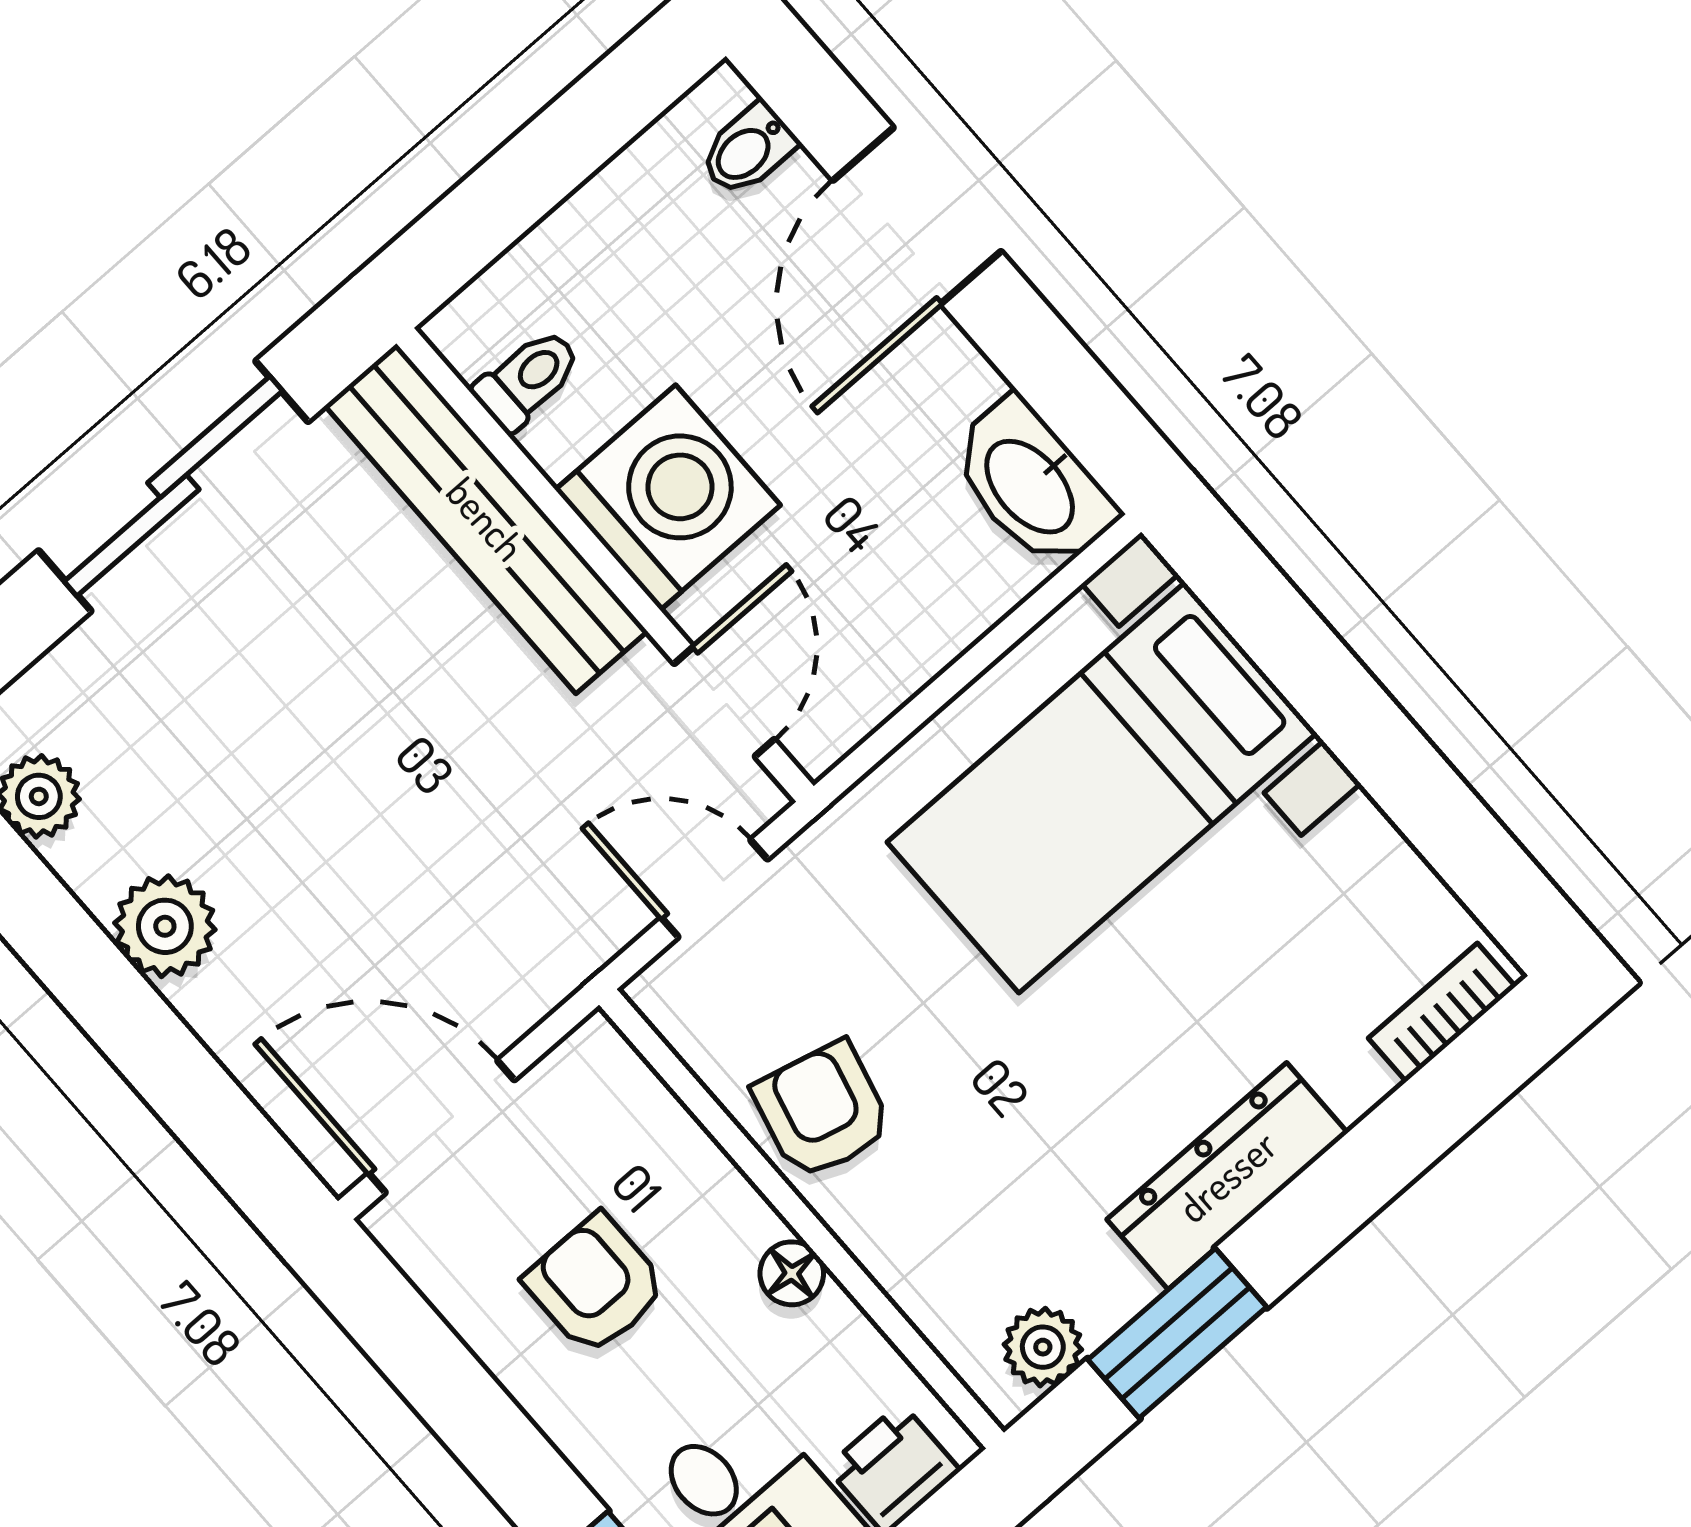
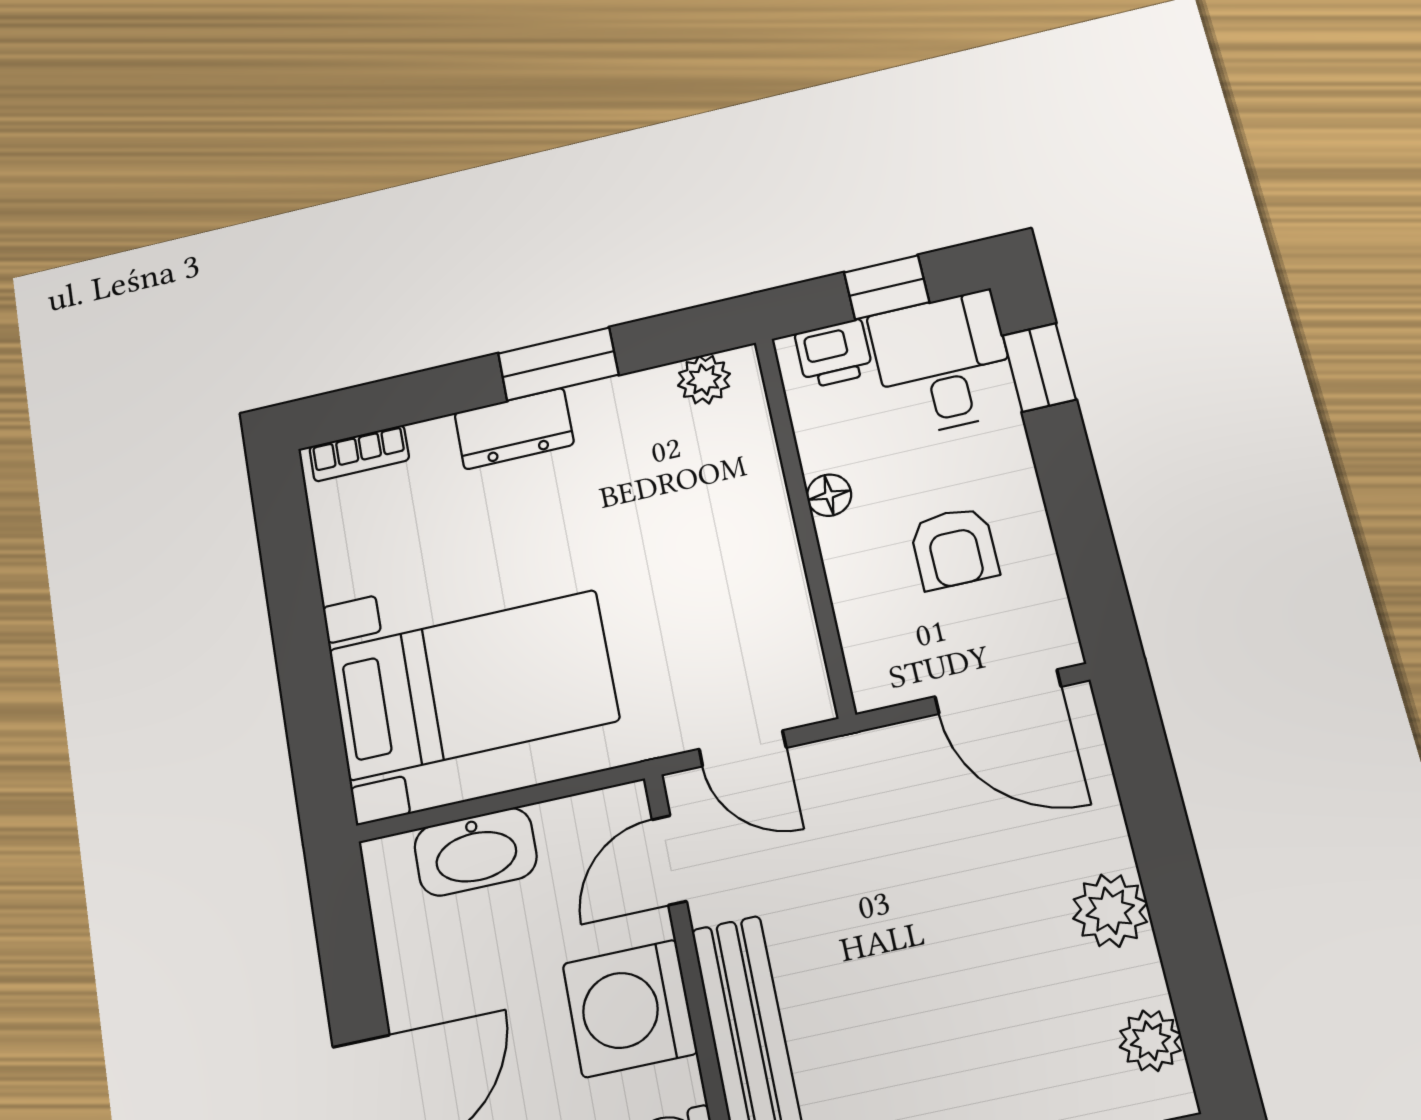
washbasin: (1032, 485) -> (476, 852), moved, turned 90
armchair: (822, 1111) -> (754, 581), removed
dresser: (1227, 1176) -> (514, 429), width x0.70
window: (1177, 1333) -> (558, 364), moved

